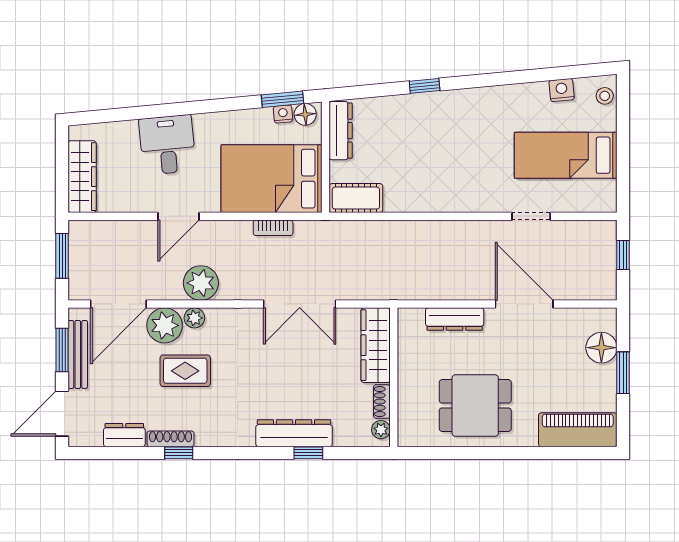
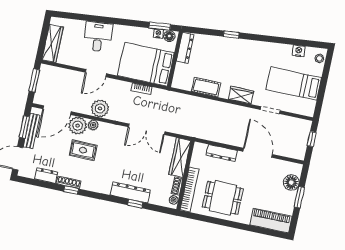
cot: (356, 198) -> (206, 87), moved
wardrobe: (468, 199) -> (241, 95), added
bookcase: (407, 403) -> (189, 189), added

